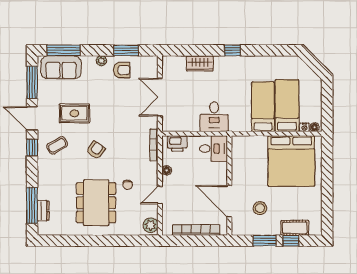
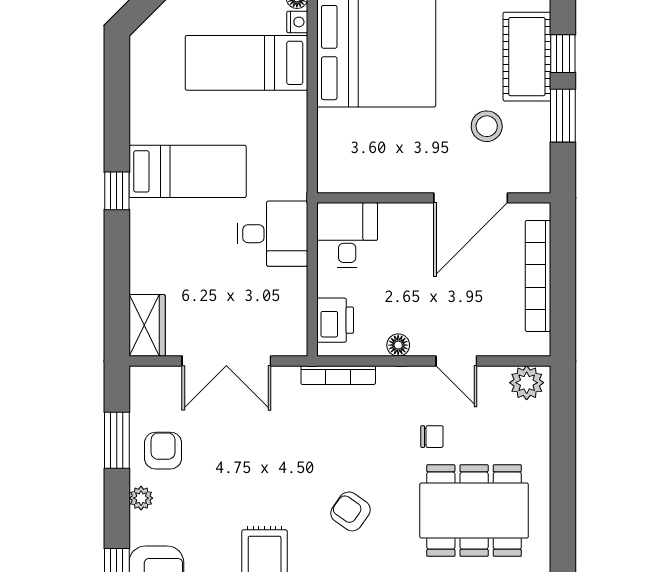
wardrobe: (200, 63) -> (147, 325), moved
bed: (263, 107) -> (188, 171), moved, turned 180
cot: (295, 228) -> (527, 57), width x1.37, depth x1.34

